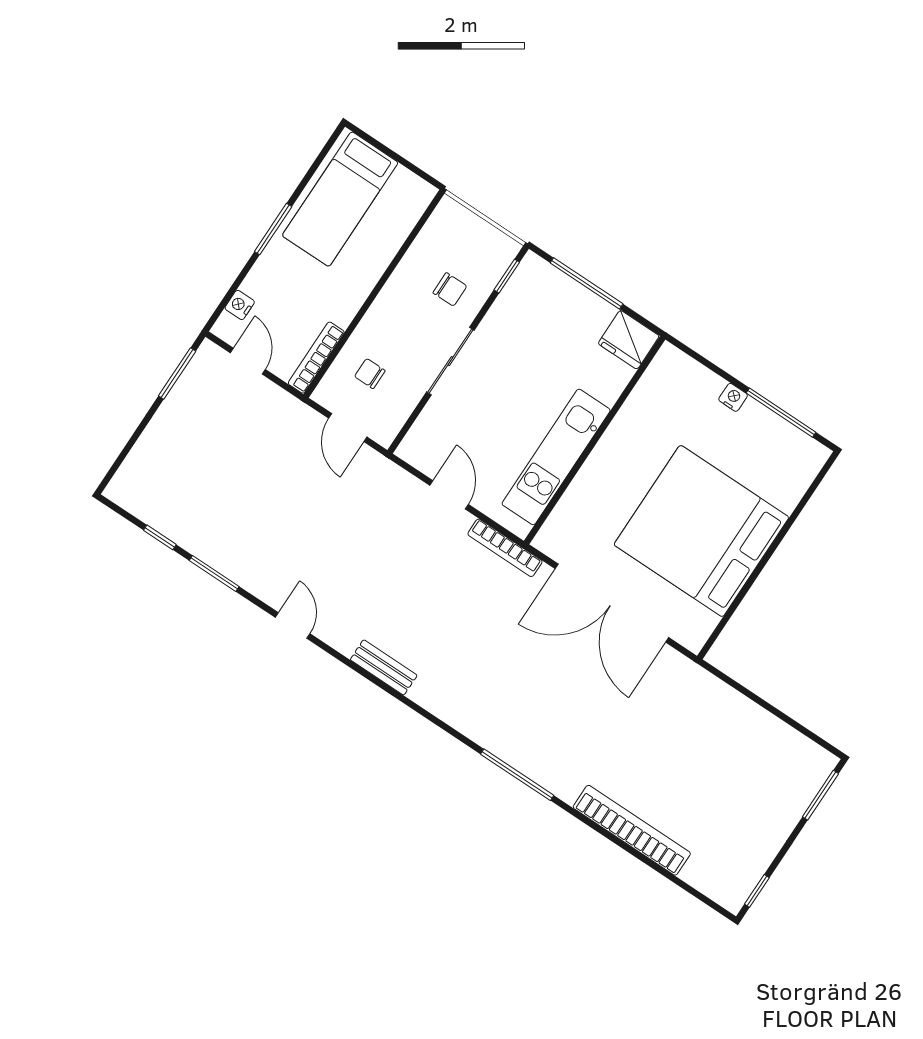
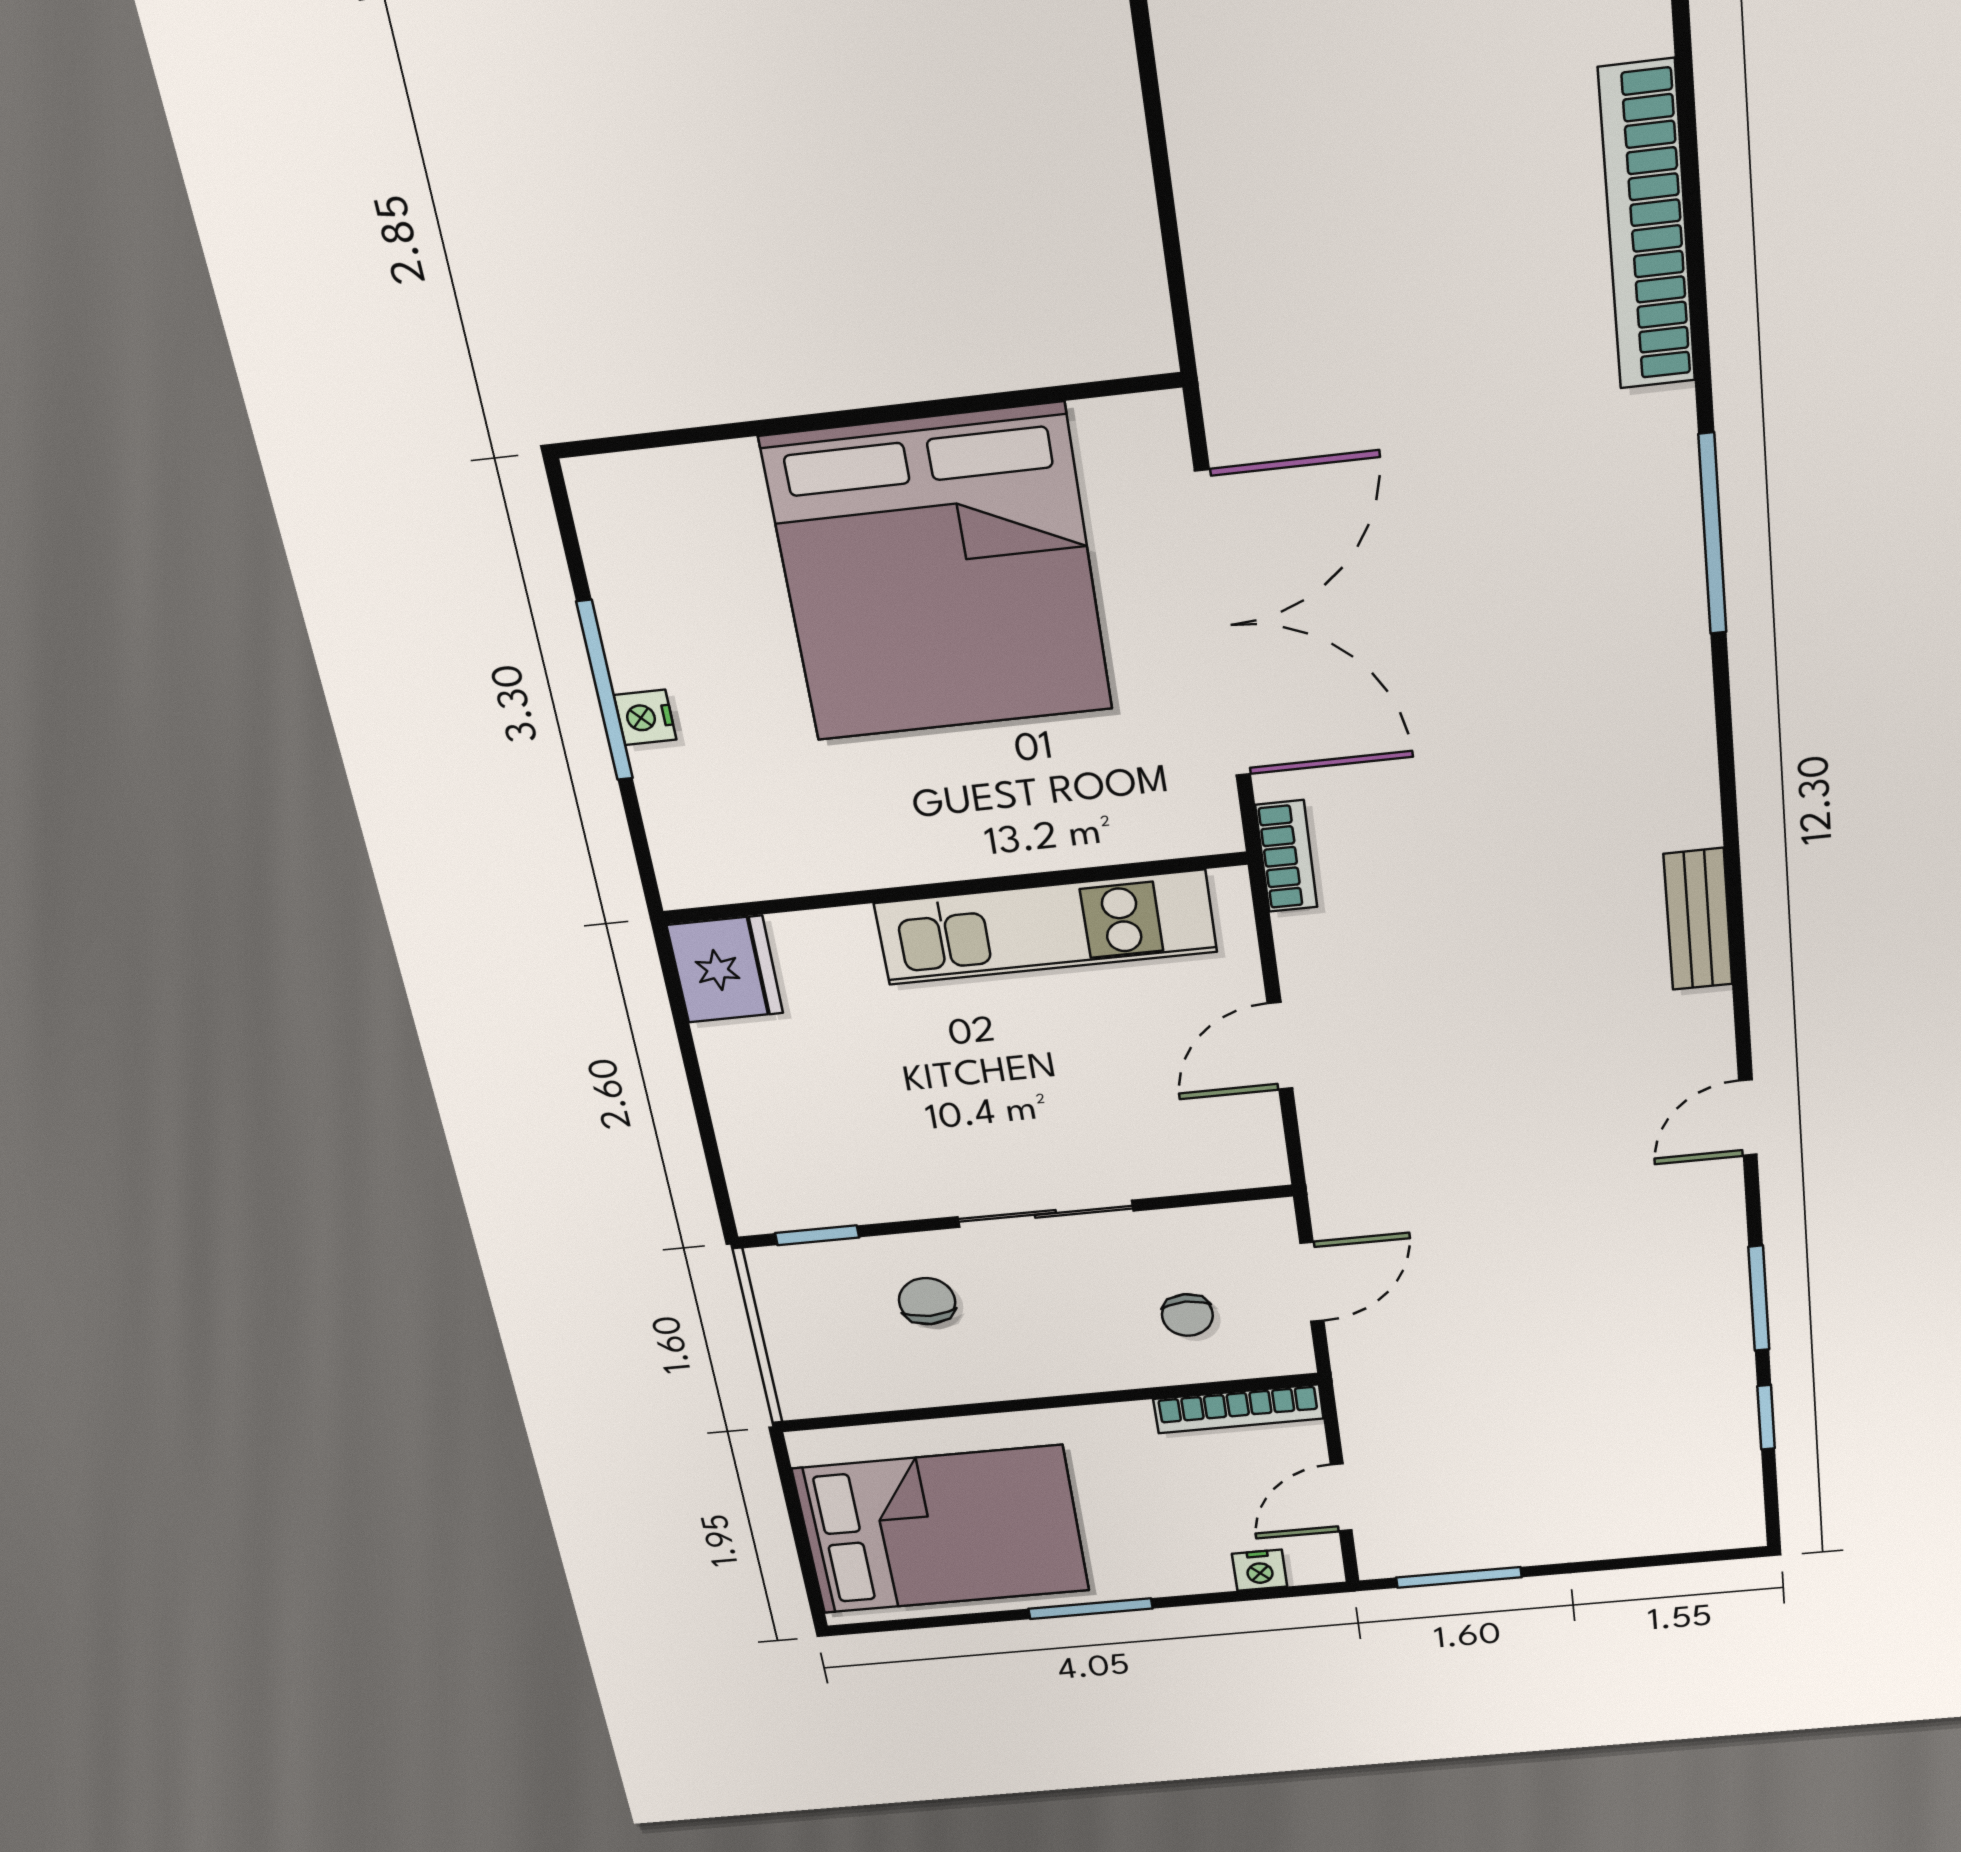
bed: (340, 199) -> (942, 1530), width x1.50
window: (587, 283) -> (701, 1108), removed
window: (781, 413) -> (605, 691), moved
bookcase: (505, 548) -> (1286, 856), width x0.64

